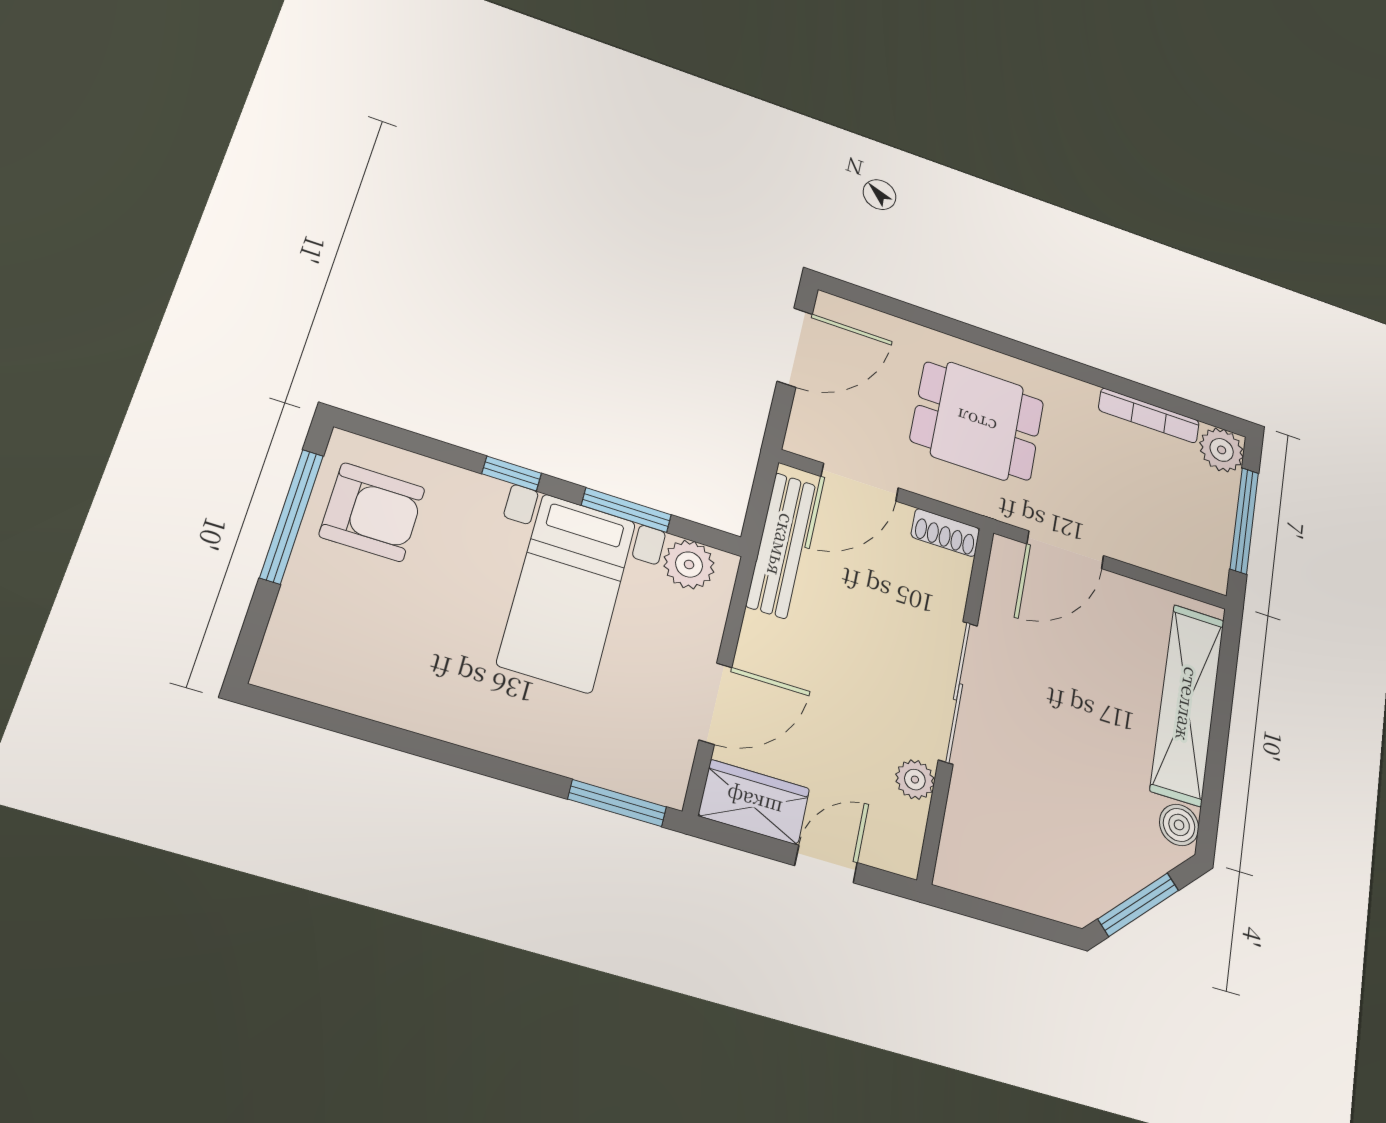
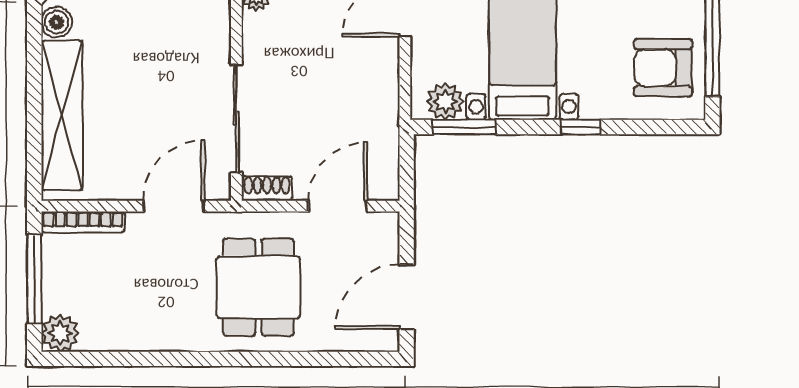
bookcase: (1149, 416) -> (83, 222), moved, turned 180
dining table: (977, 421) -> (258, 287), turned 90
window: (626, 510) -> (464, 127), moved
bench: (781, 545) -> (384, 138), removed
sliding door: (958, 692) -> (236, 119), moved

